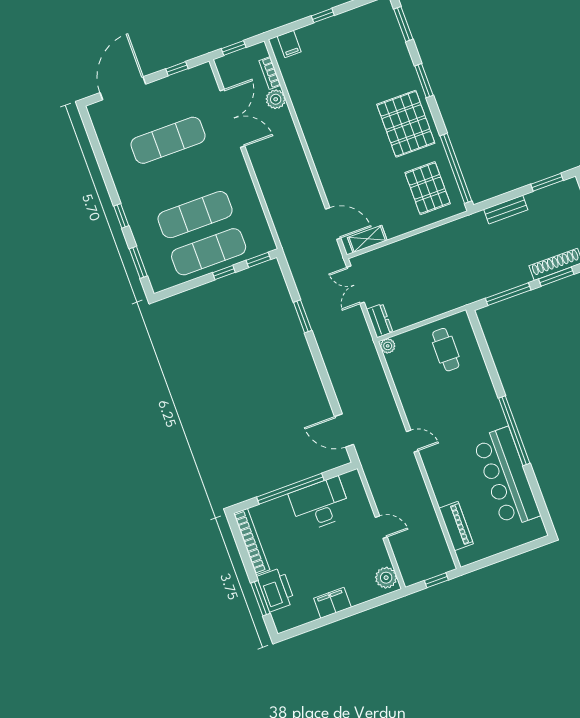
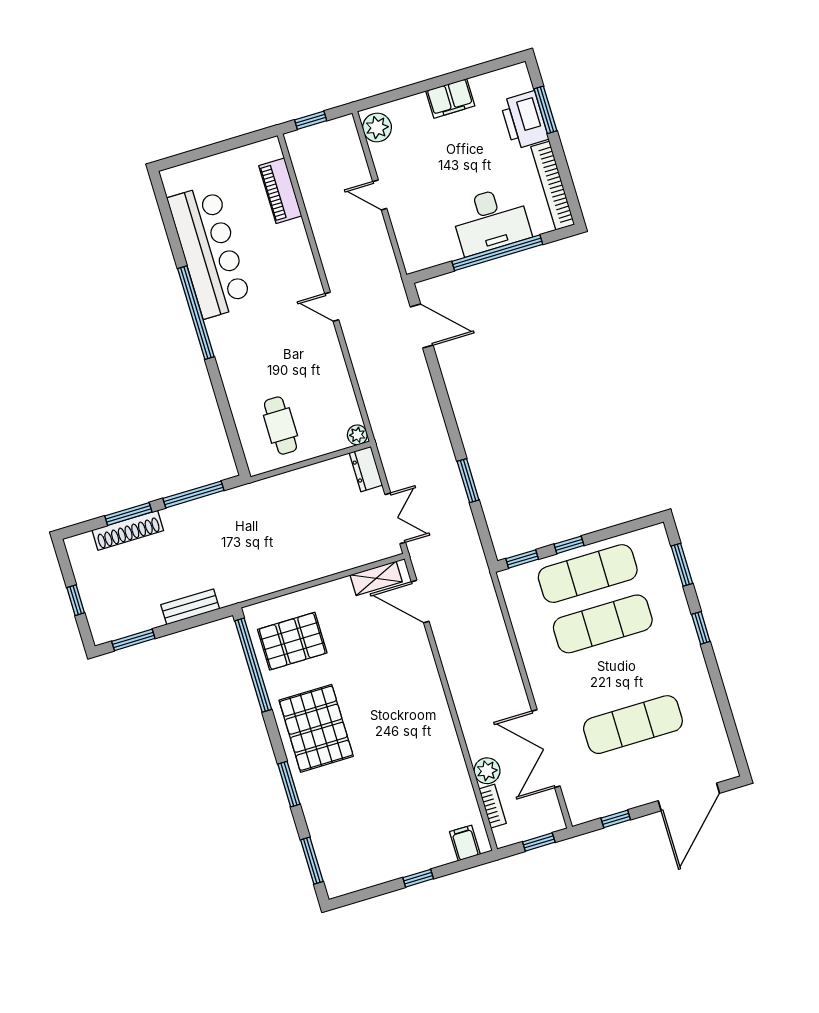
pallet: (428, 188) -> (292, 641), turned 90
desk: (320, 504) -> (491, 220), moved

